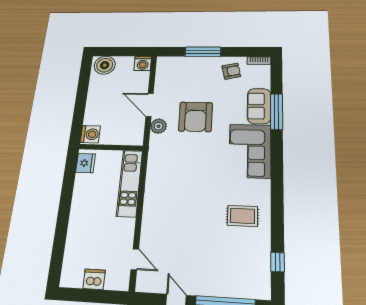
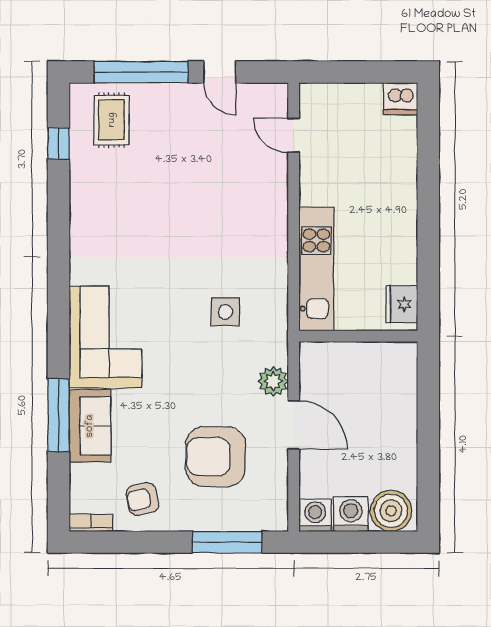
window: (203, 52) -> (227, 542), moved
armchair: (196, 117) -> (216, 457), moved, turned -90
washing machine: (90, 134) -> (351, 514), moved, turned 90
side table: (182, 162) -> (225, 312), added
rug: (242, 216) -> (112, 120), moved, turned 90
dishwasher: (94, 279) -> (401, 99), moved

